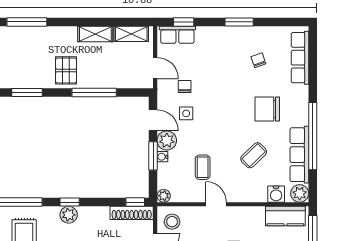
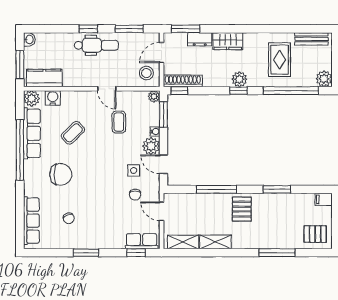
window: (153, 156) -> (163, 114), moved

